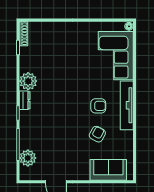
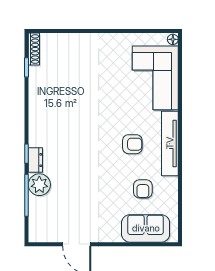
plant: (28, 81) -> (40, 112), removed
dresser: (25, 100) -> (35, 160), moved
armchair: (97, 134) -> (143, 189), moved, turned 152
plant: (28, 158) -> (39, 185), moved

